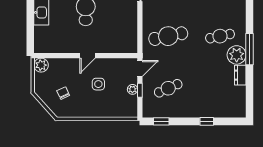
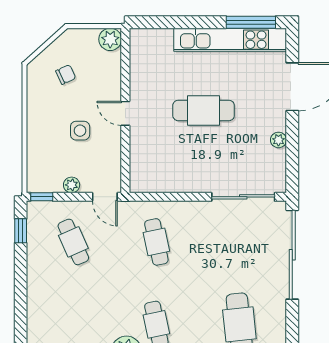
cafe table: (168, 36) -> (156, 242), width x0.73, depth x0.74
window: (140, 90) -> (42, 197), moved
window: (207, 121) -> (21, 303), removed

